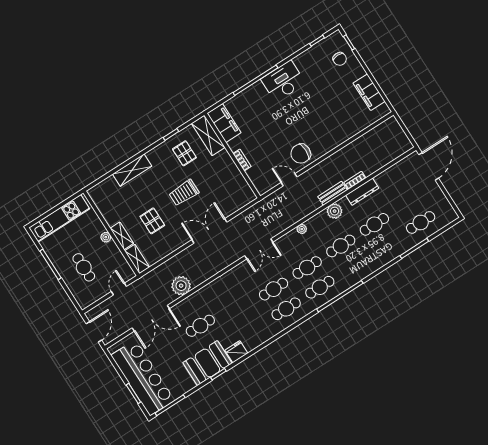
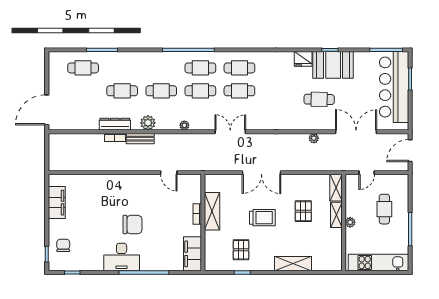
shelving: (208, 135) -> (212, 211), moved
chair: (301, 154) -> (133, 225), moved
plant: (181, 286) -> (314, 138), width x0.53, depth x0.53

